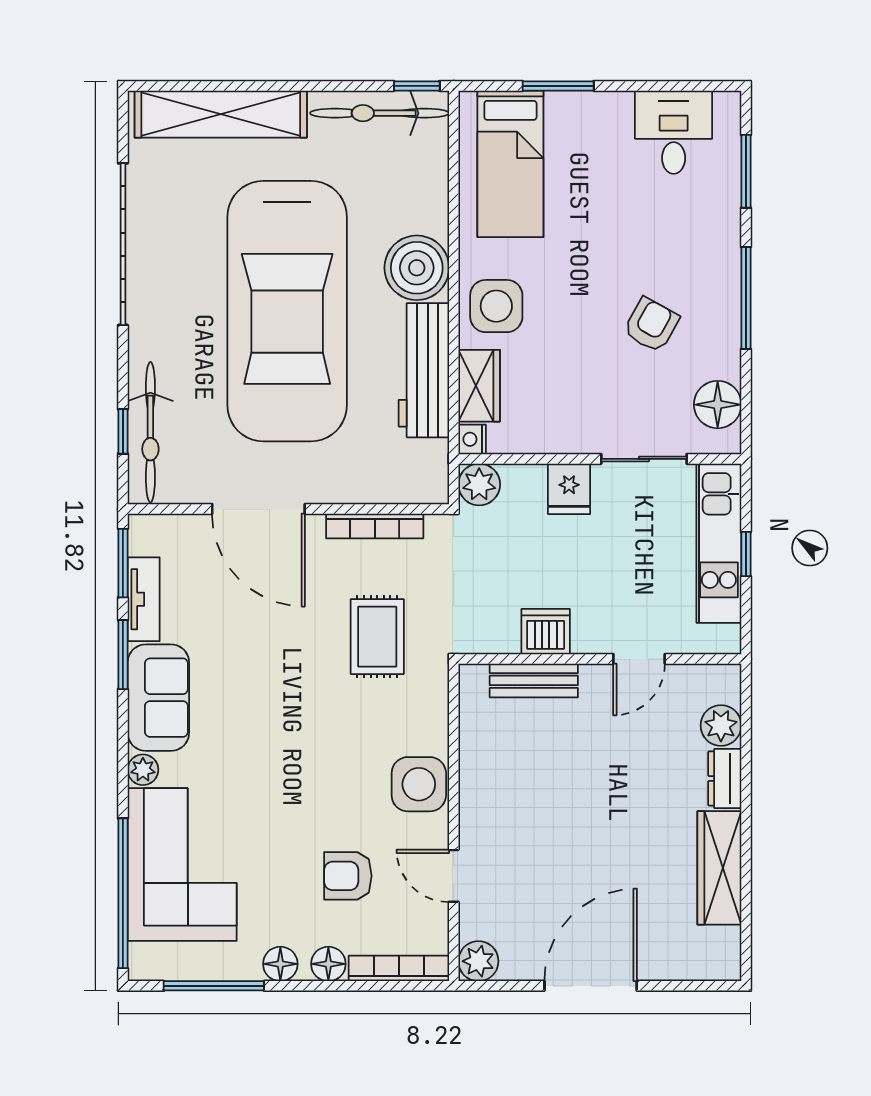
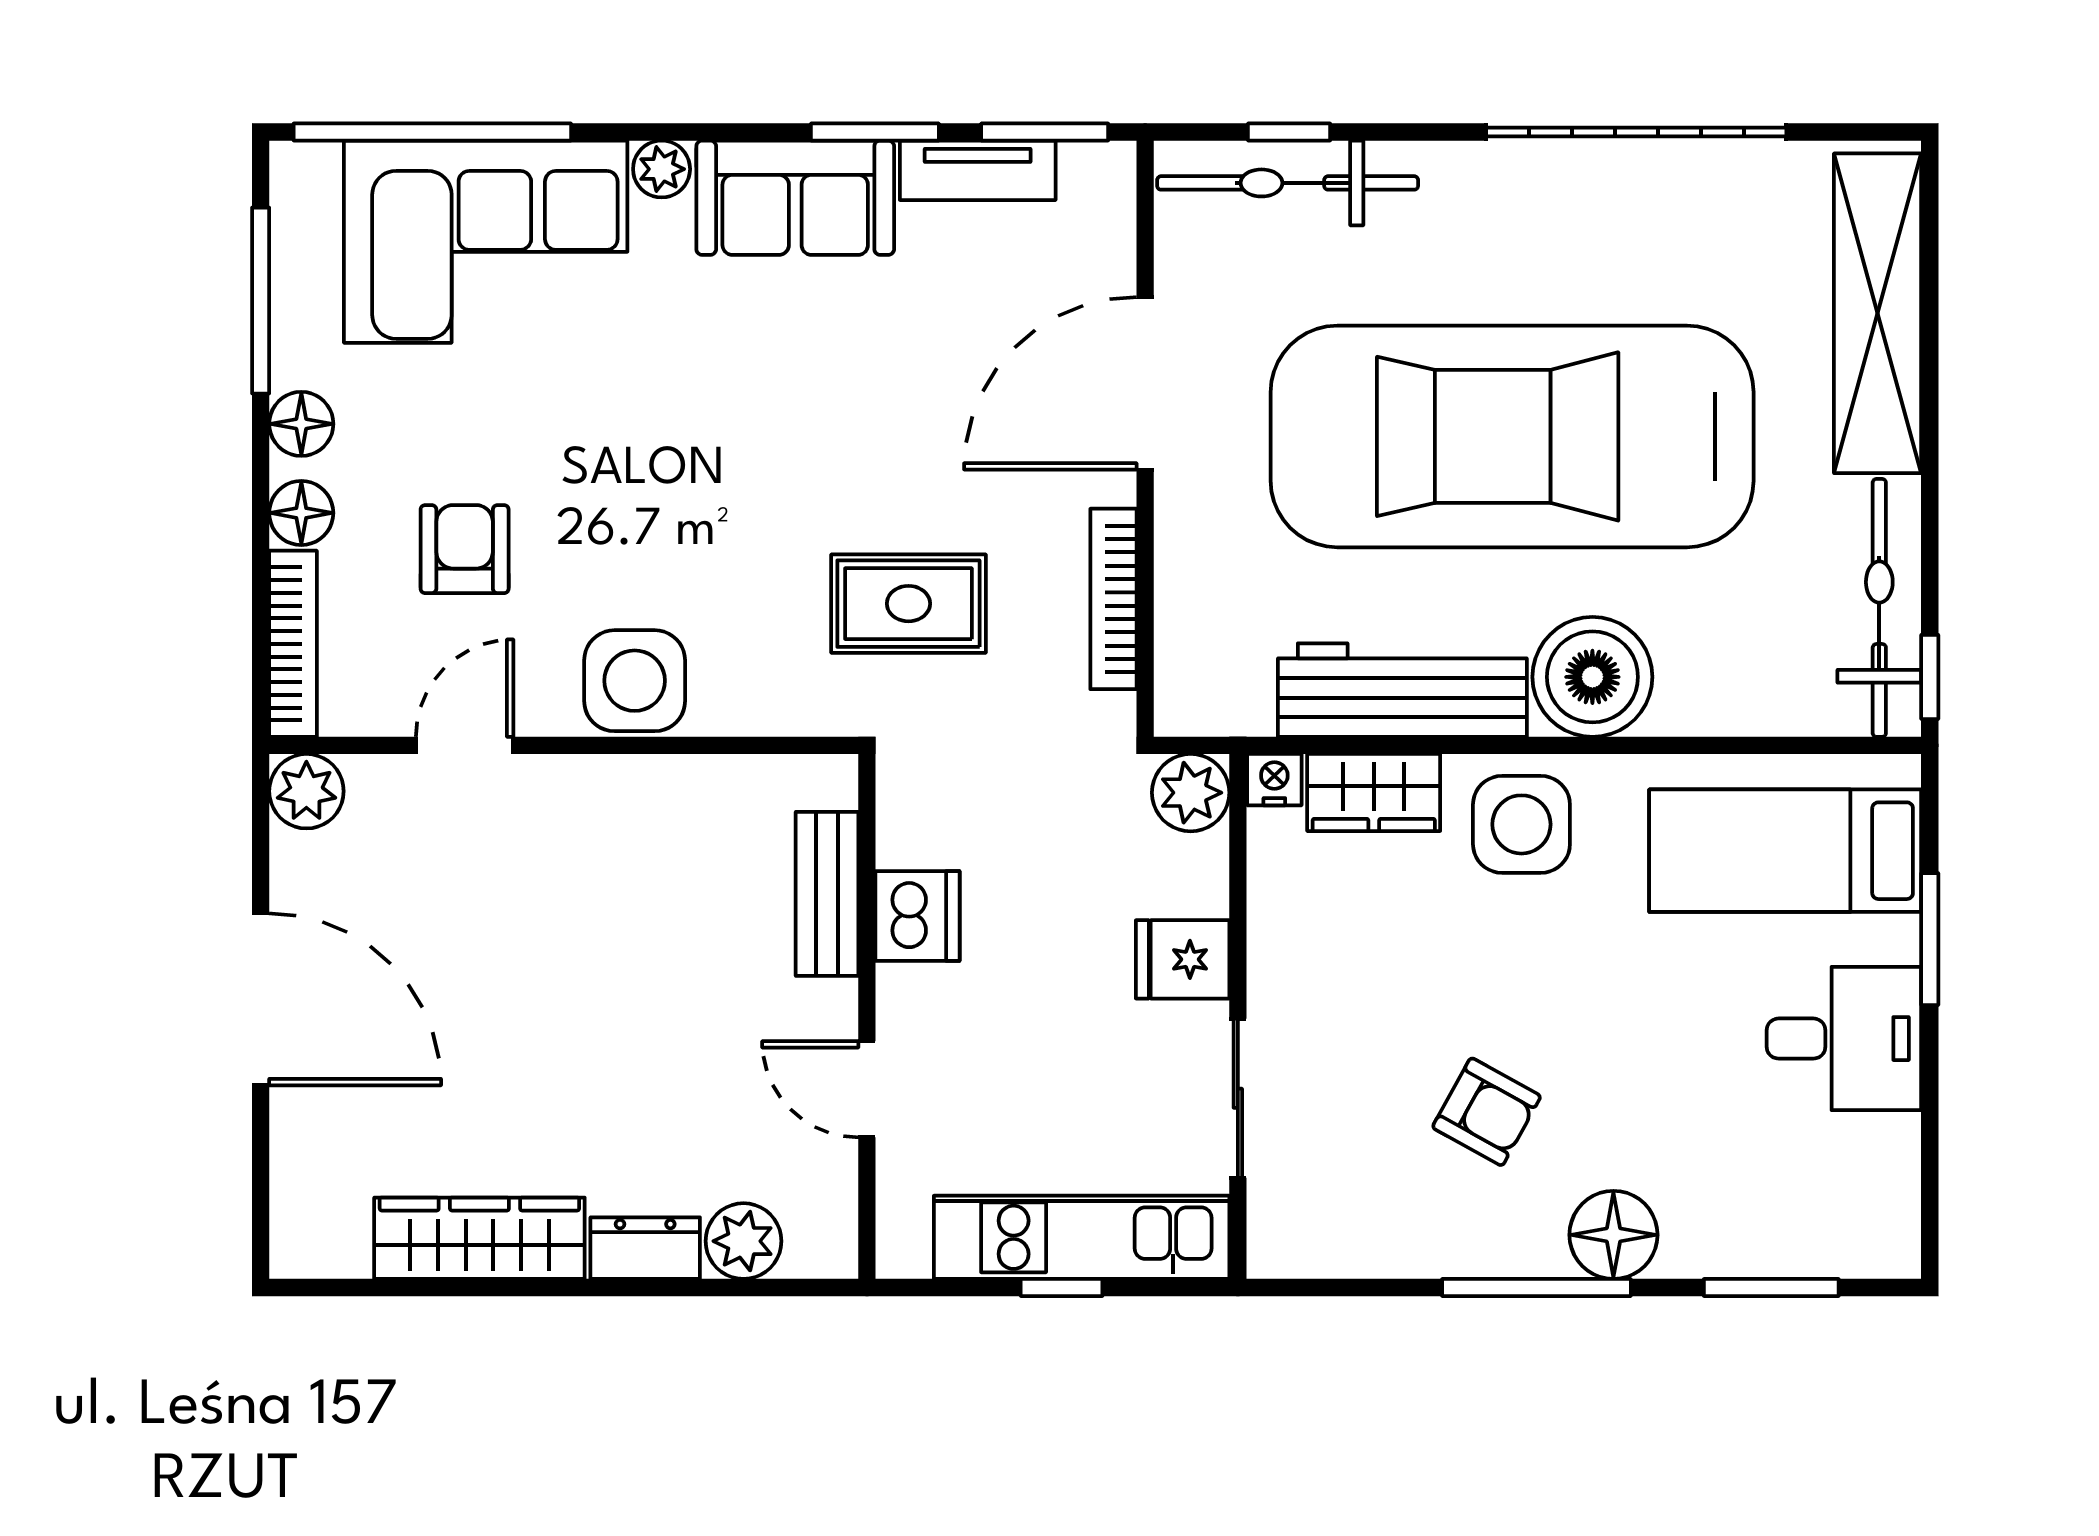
desk: (674, 132) -> (1844, 1039), moved
floor lamp: (718, 405) -> (1613, 1235), moved

